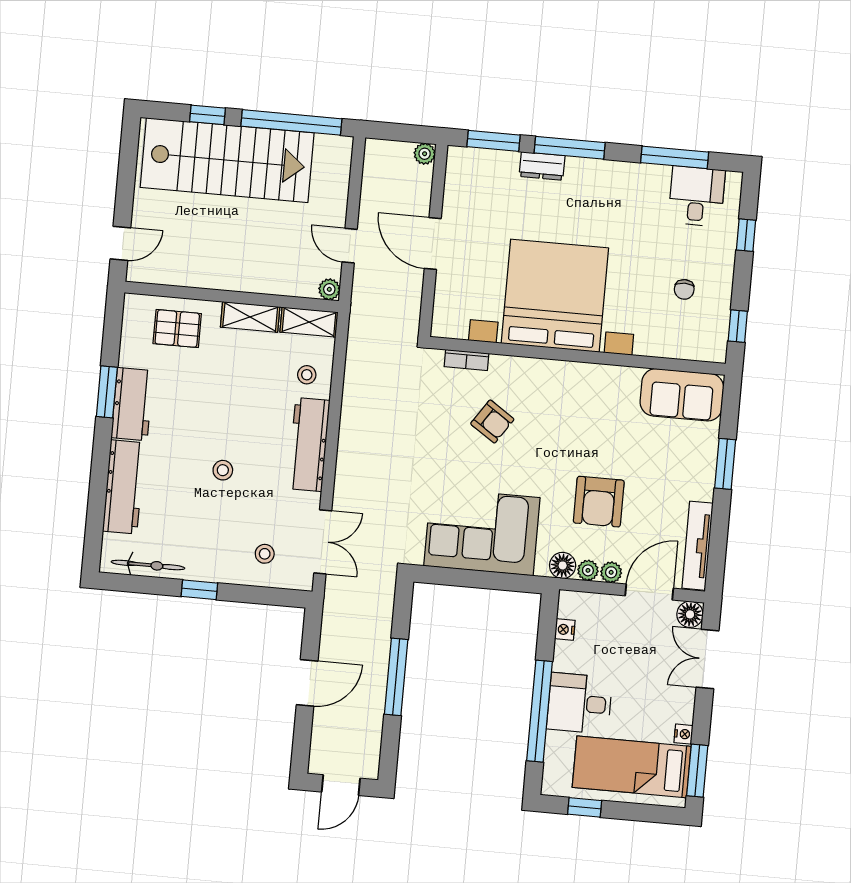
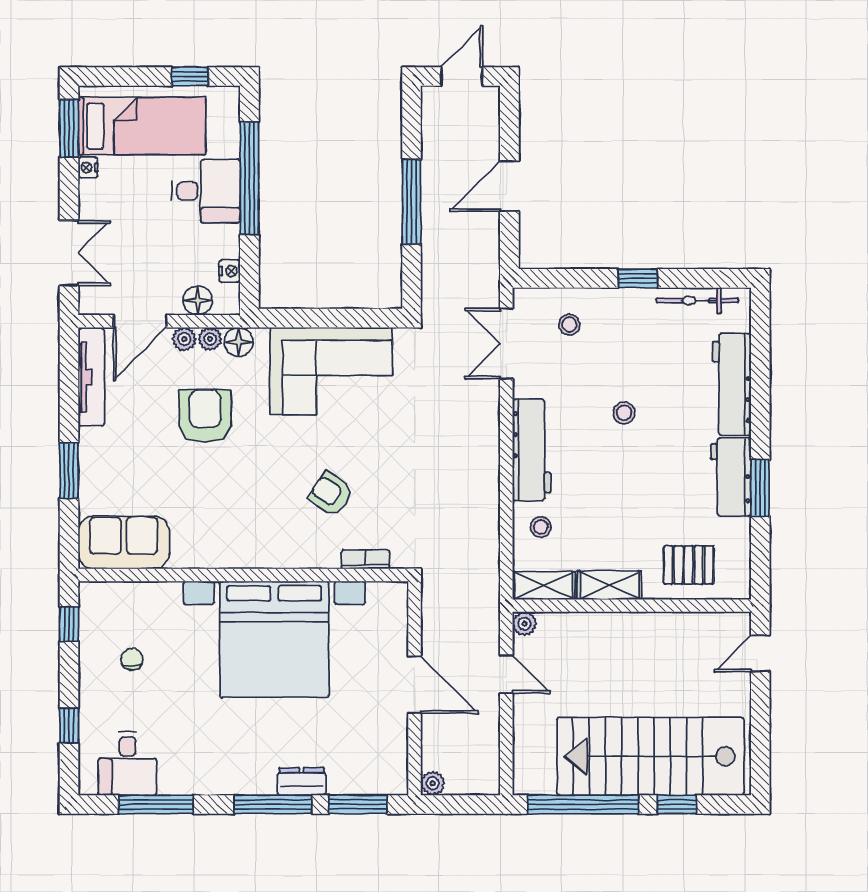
floor lamp: (690, 614) -> (198, 300), moved

